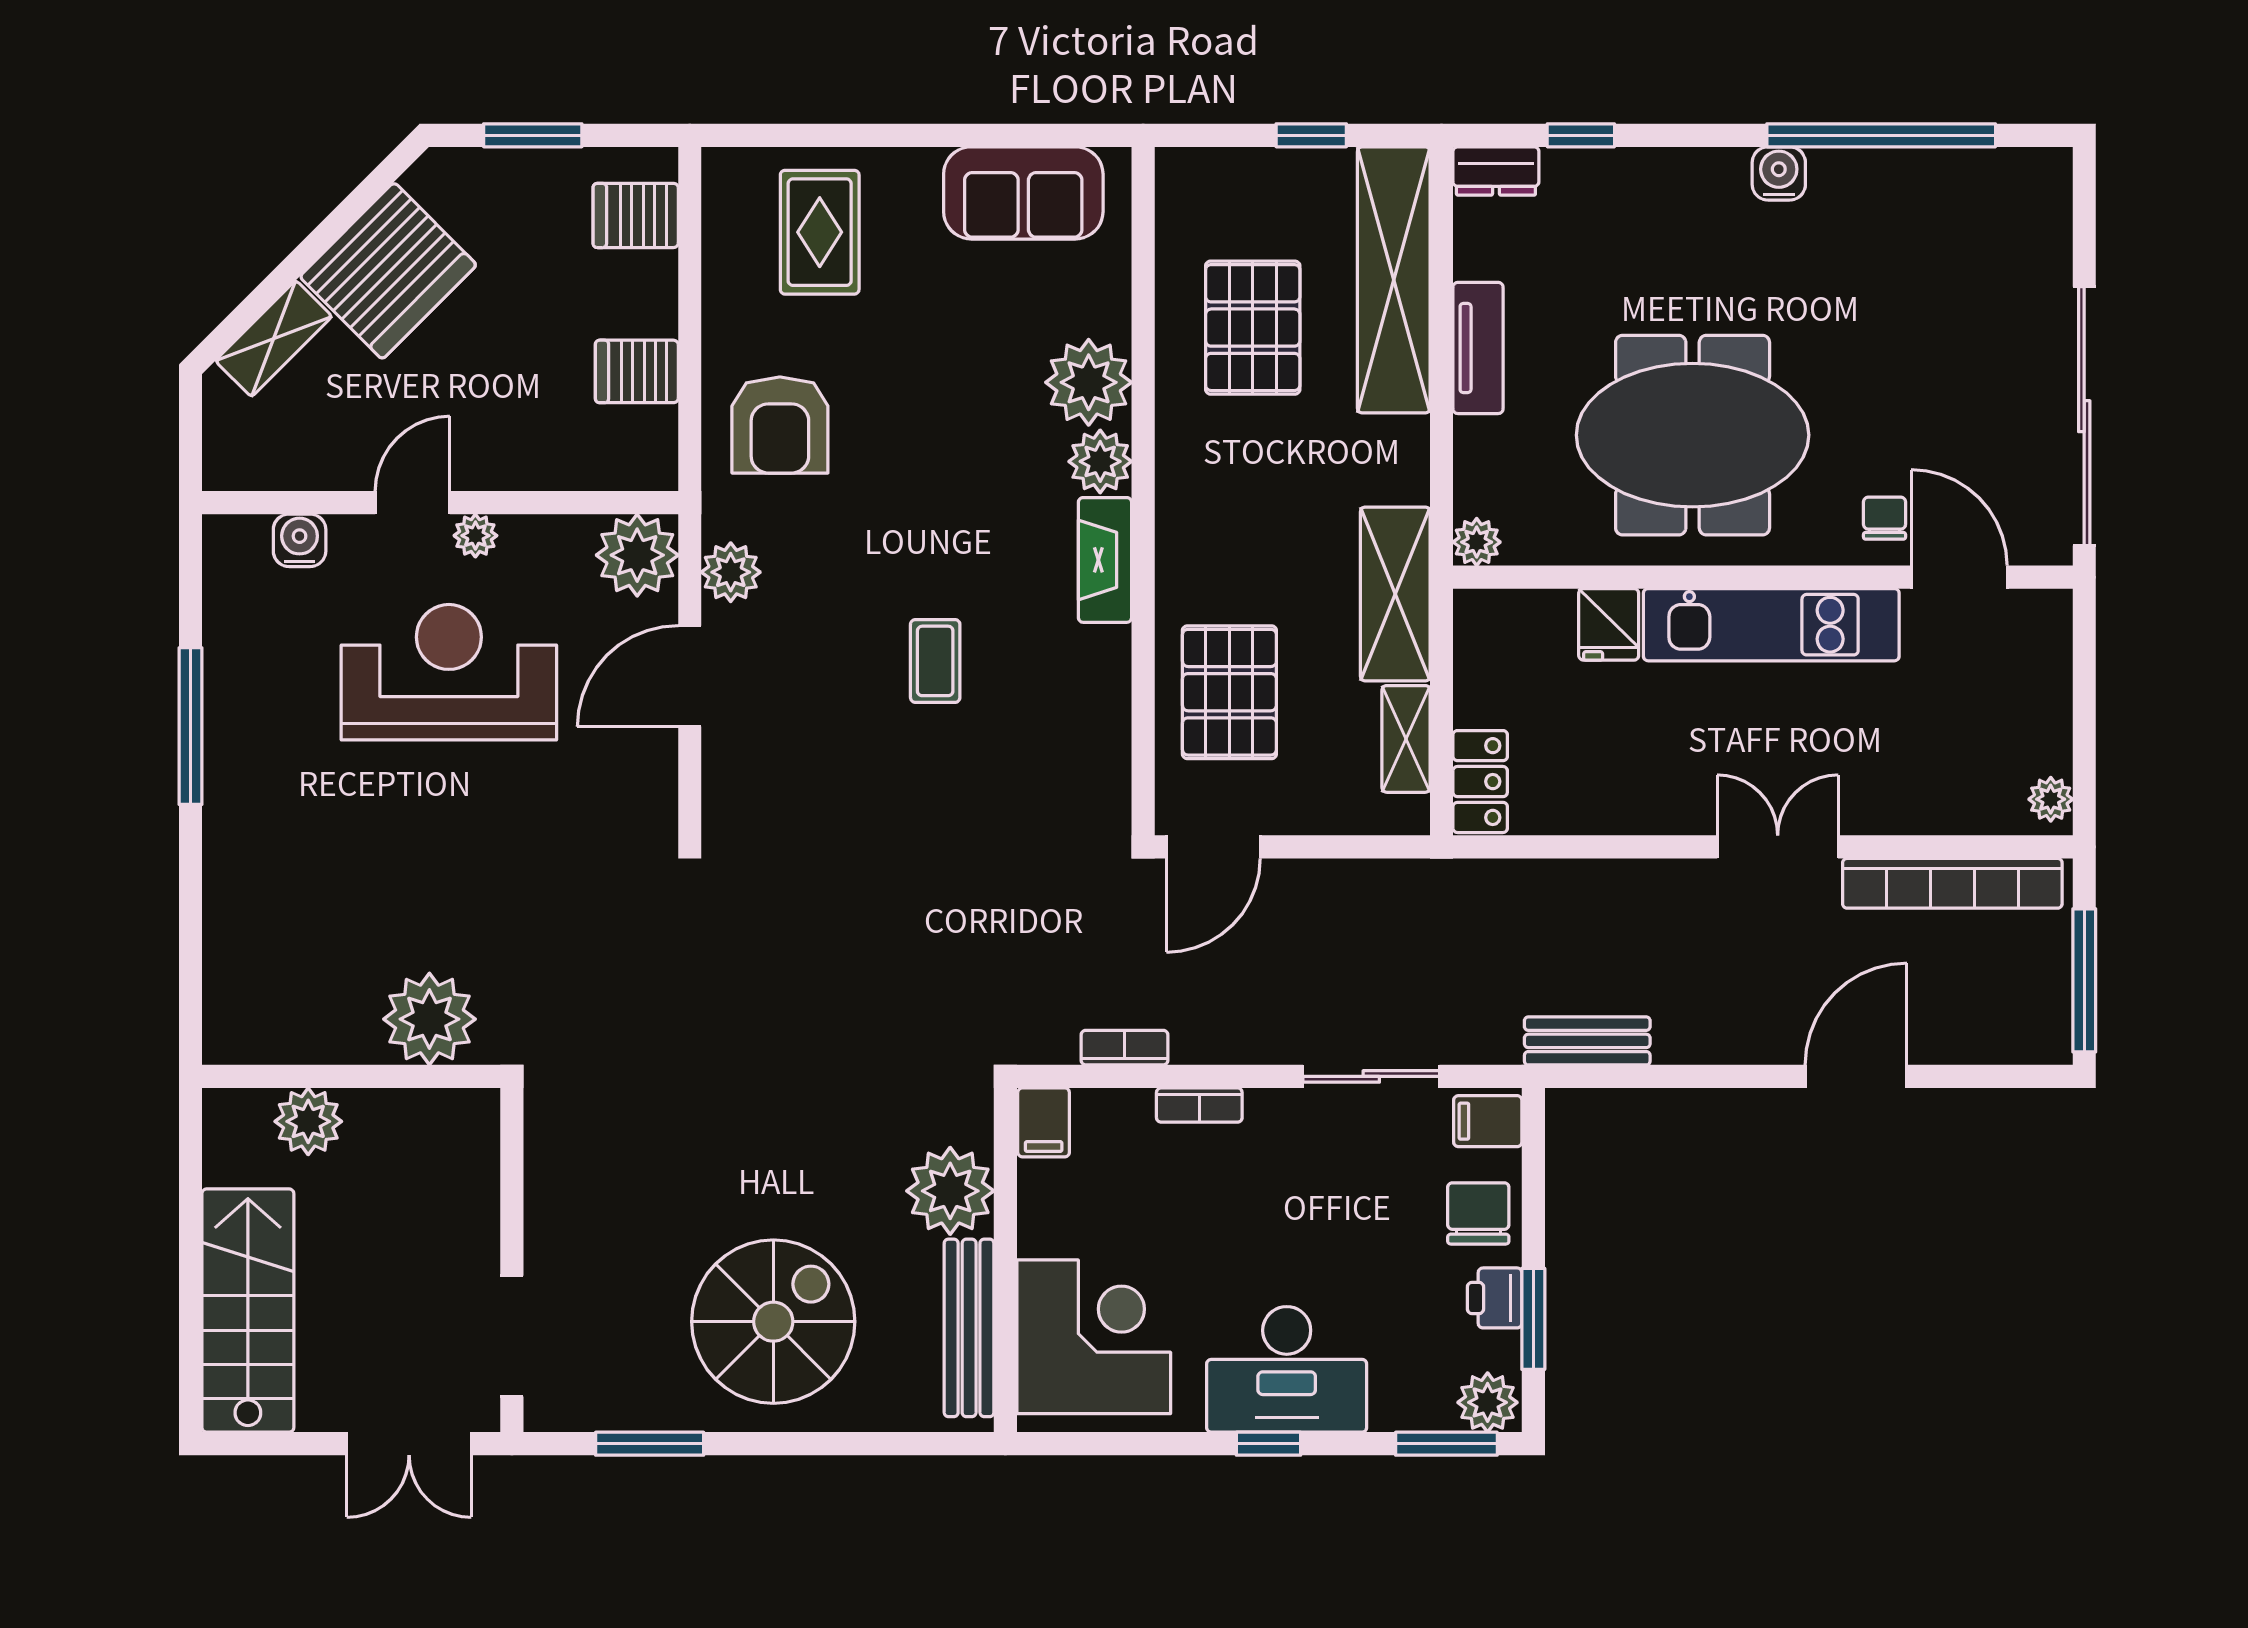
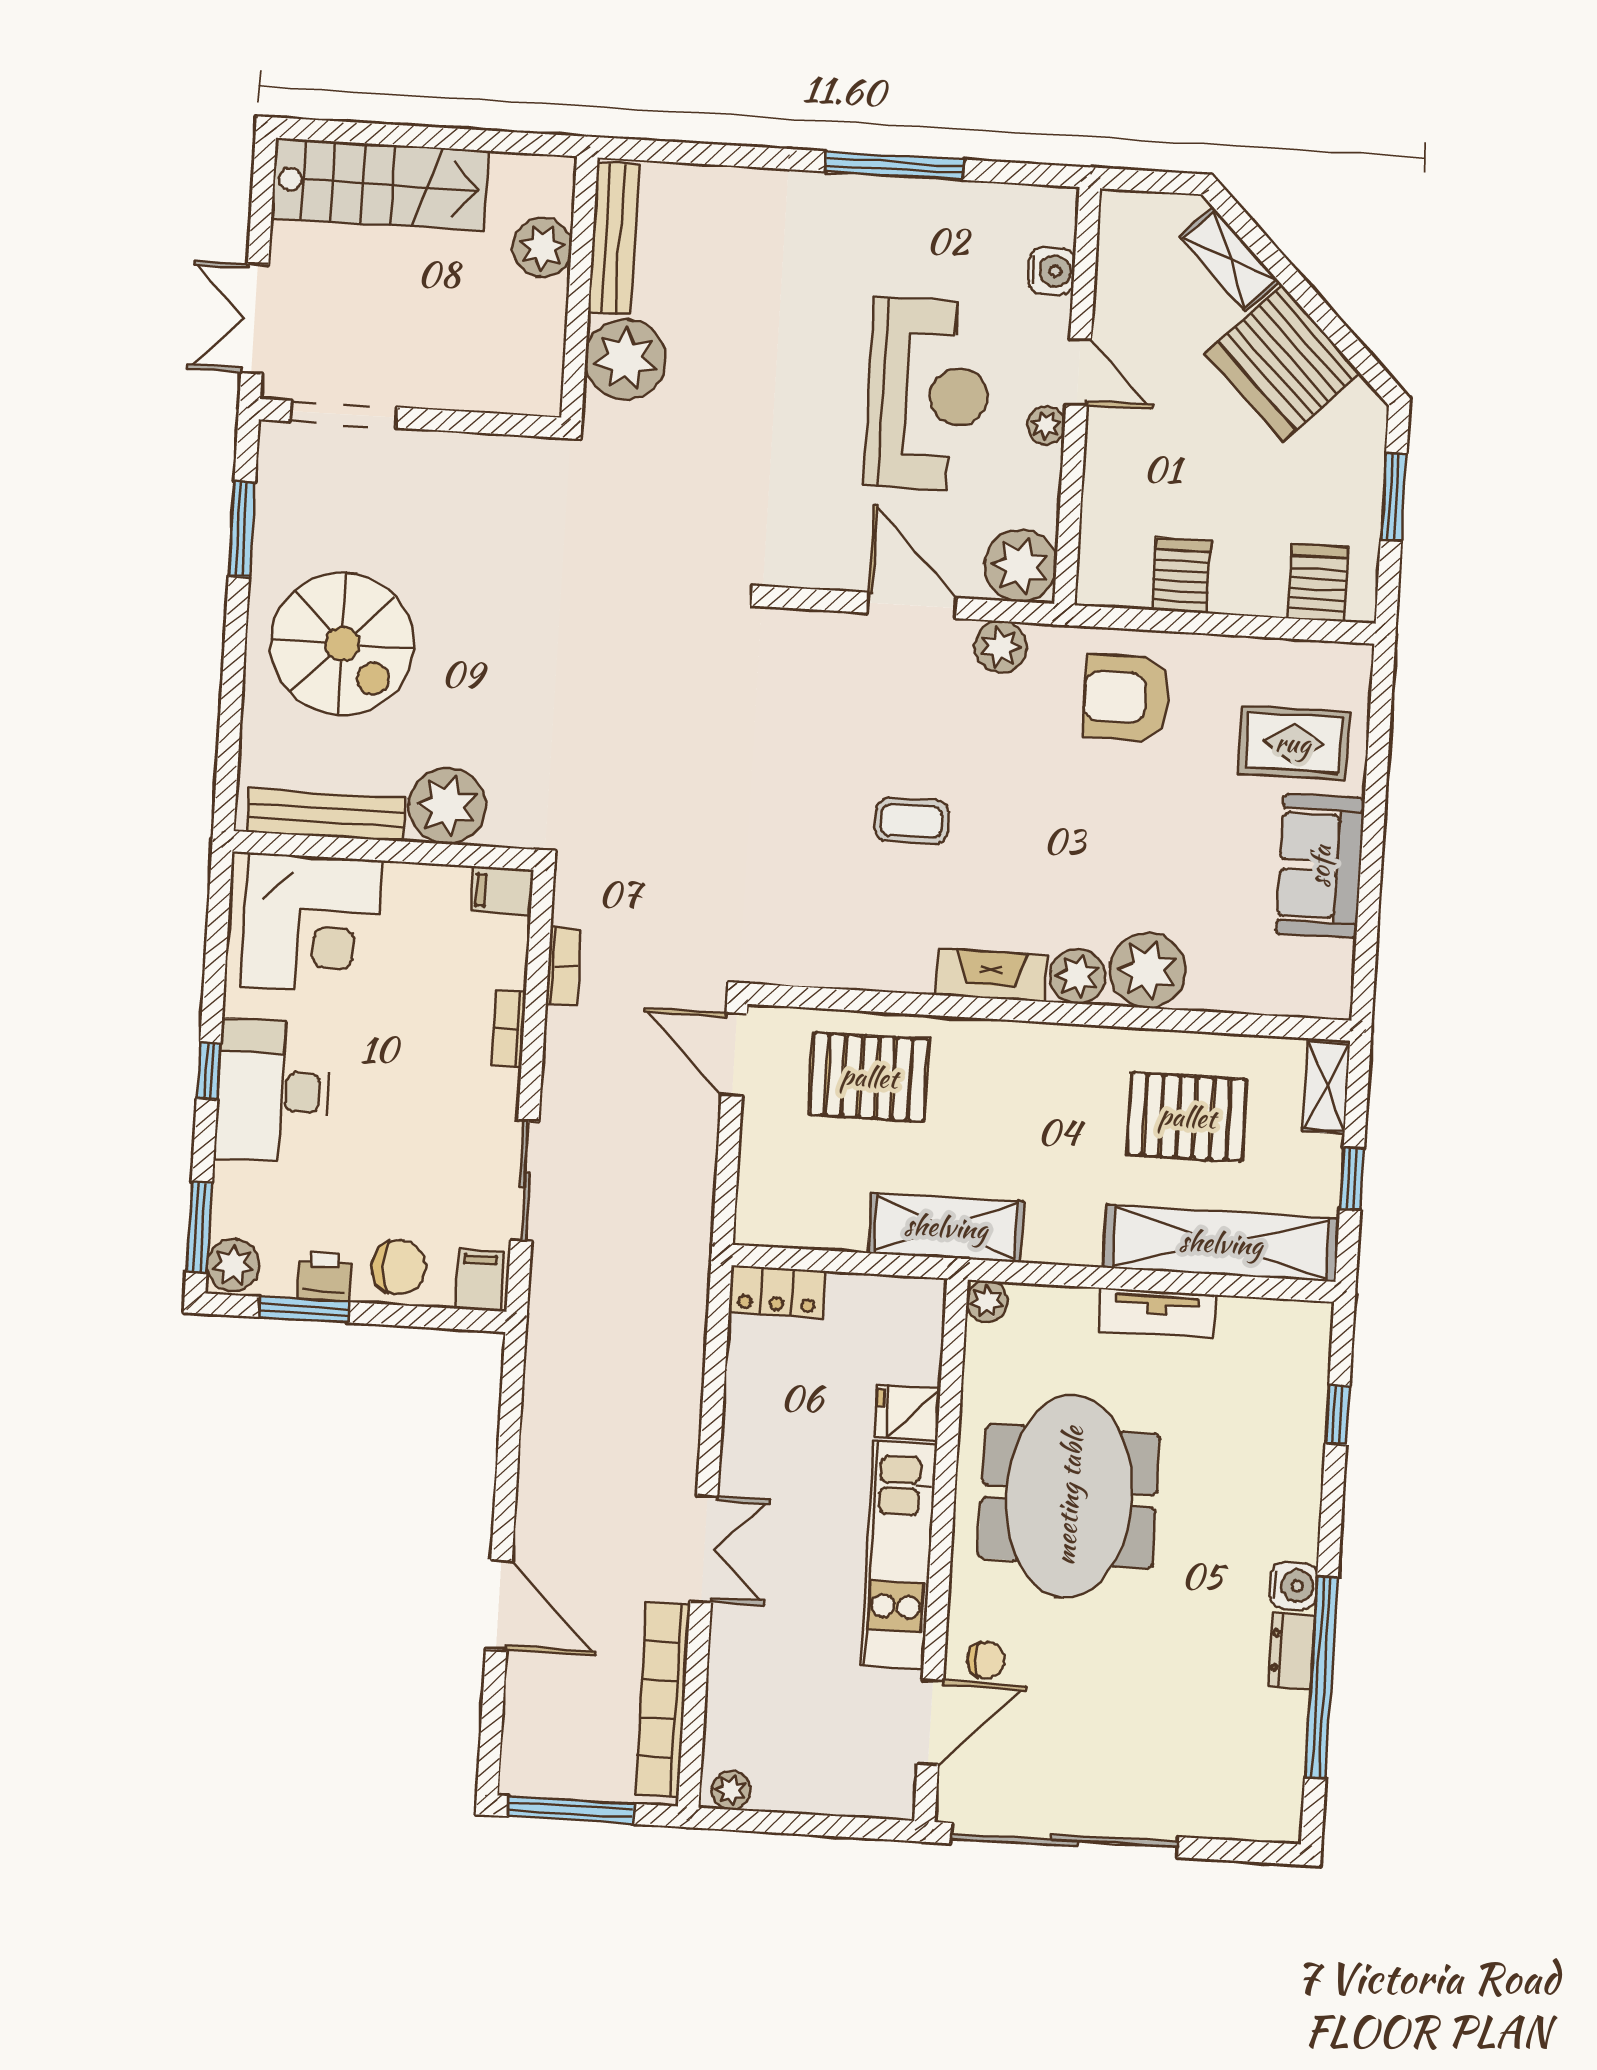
dresser: (1496, 171) -> (1292, 1651), moved
sofa: (1023, 193) -> (1320, 866), moved
shelving: (1406, 739) -> (1326, 1086), moved, turned 90
bench: (1587, 1041) -> (614, 239), moved, width x1.36

